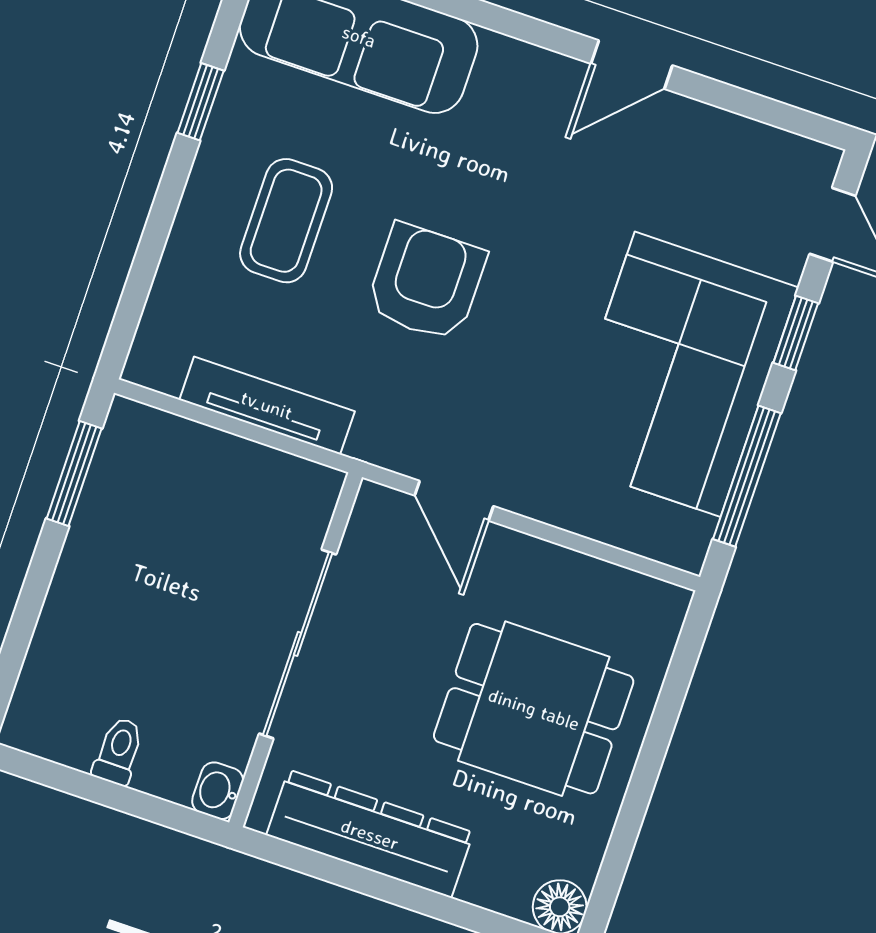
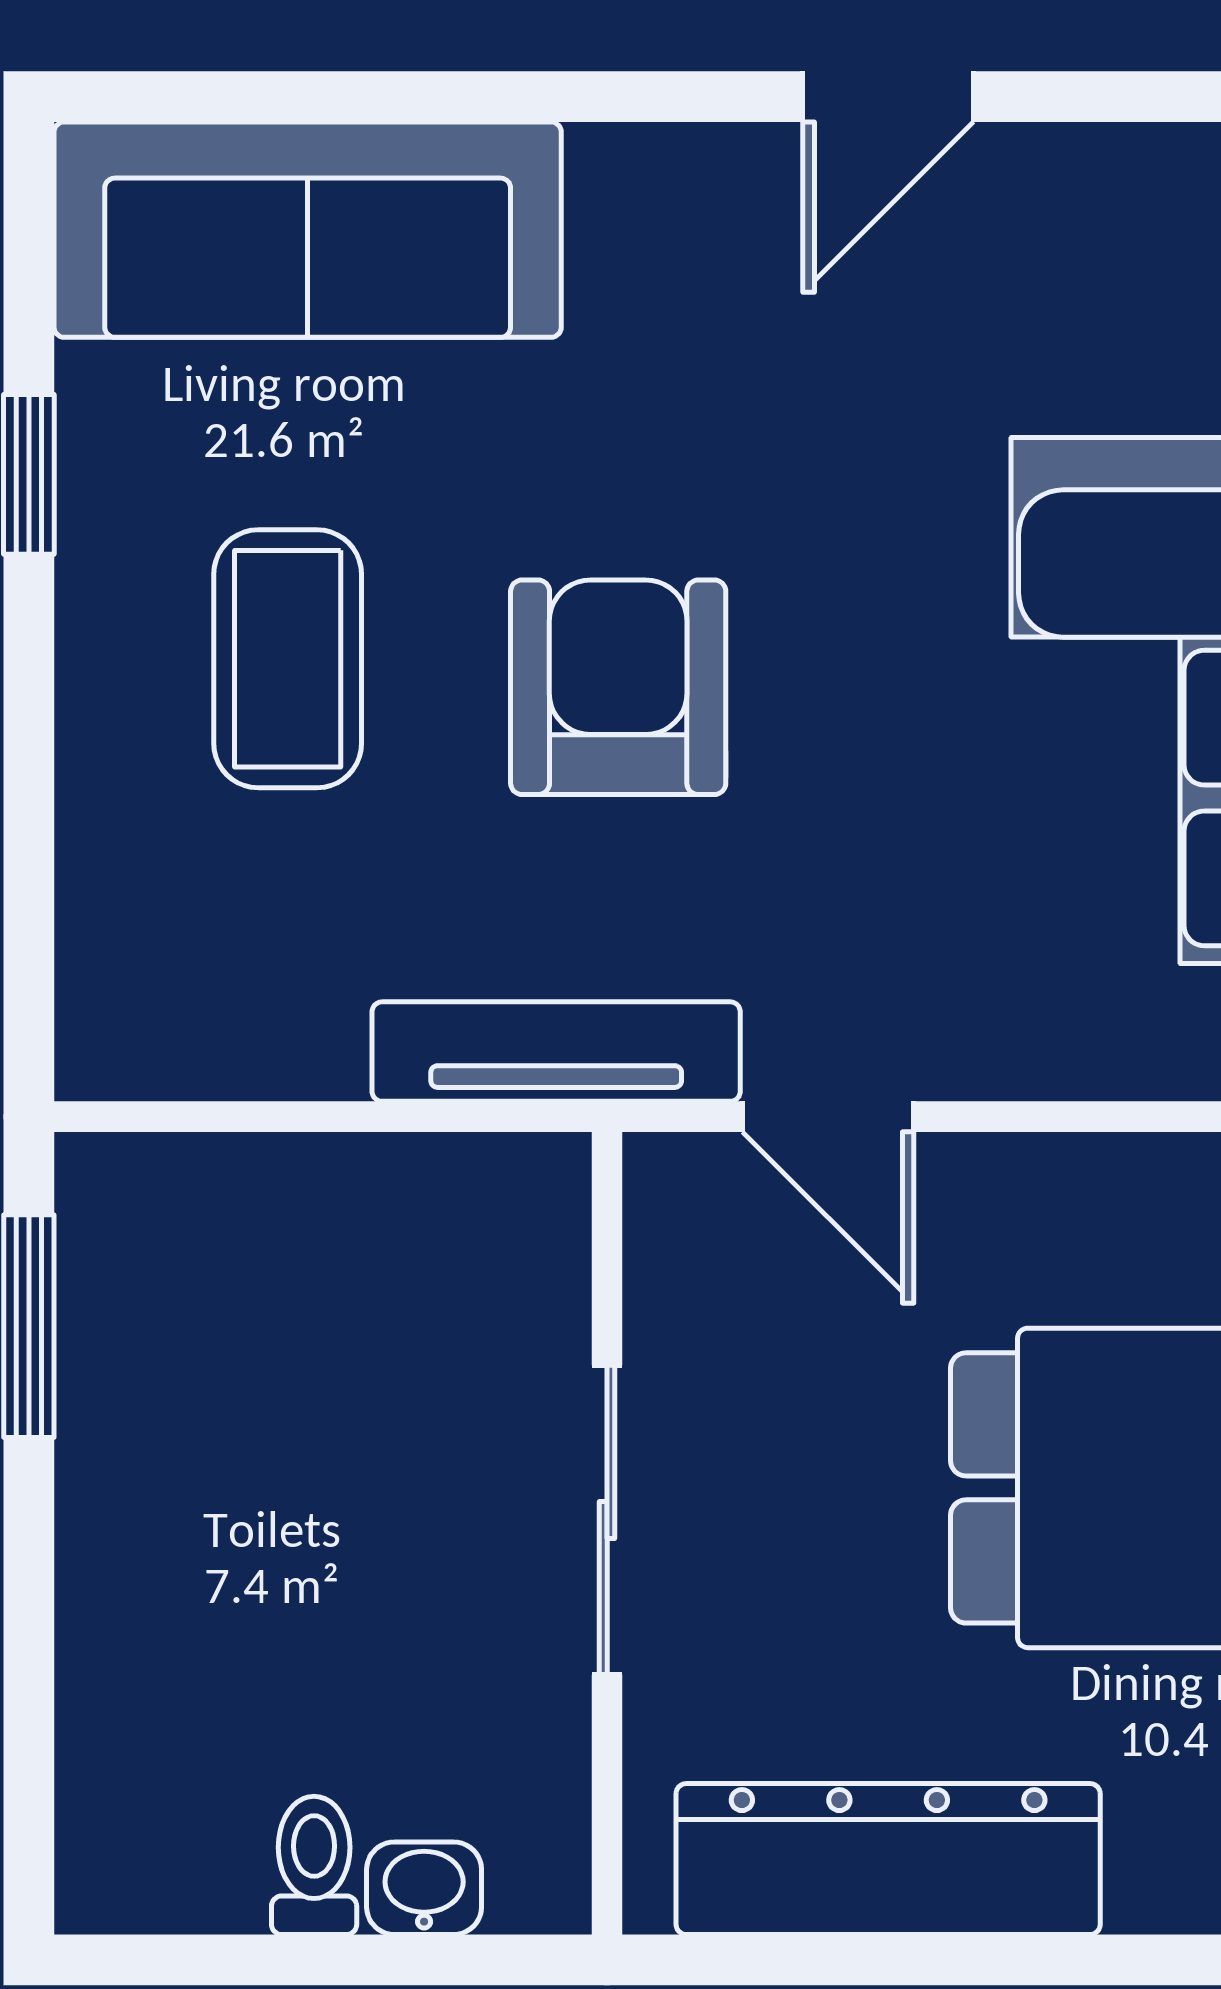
tv unit: (267, 405) -> (556, 1052), moved
sliding door: (298, 644) -> (607, 1520), width x0.73
washbasin: (218, 791) -> (424, 1888), moved, turned 90

